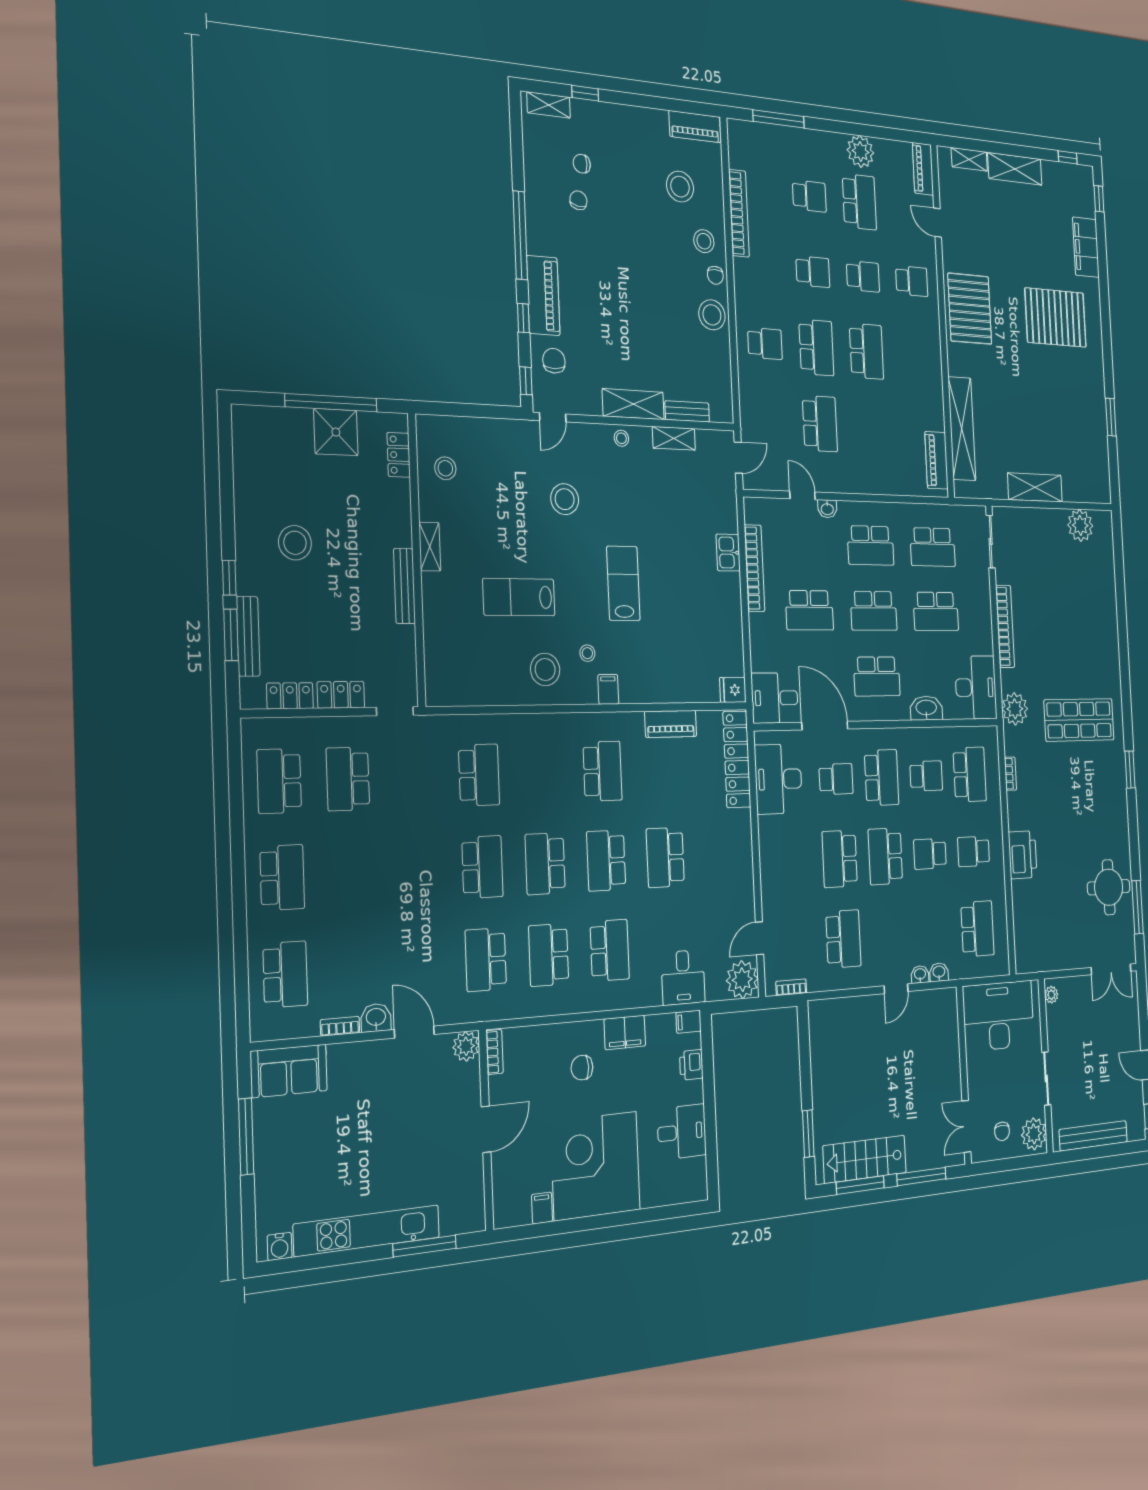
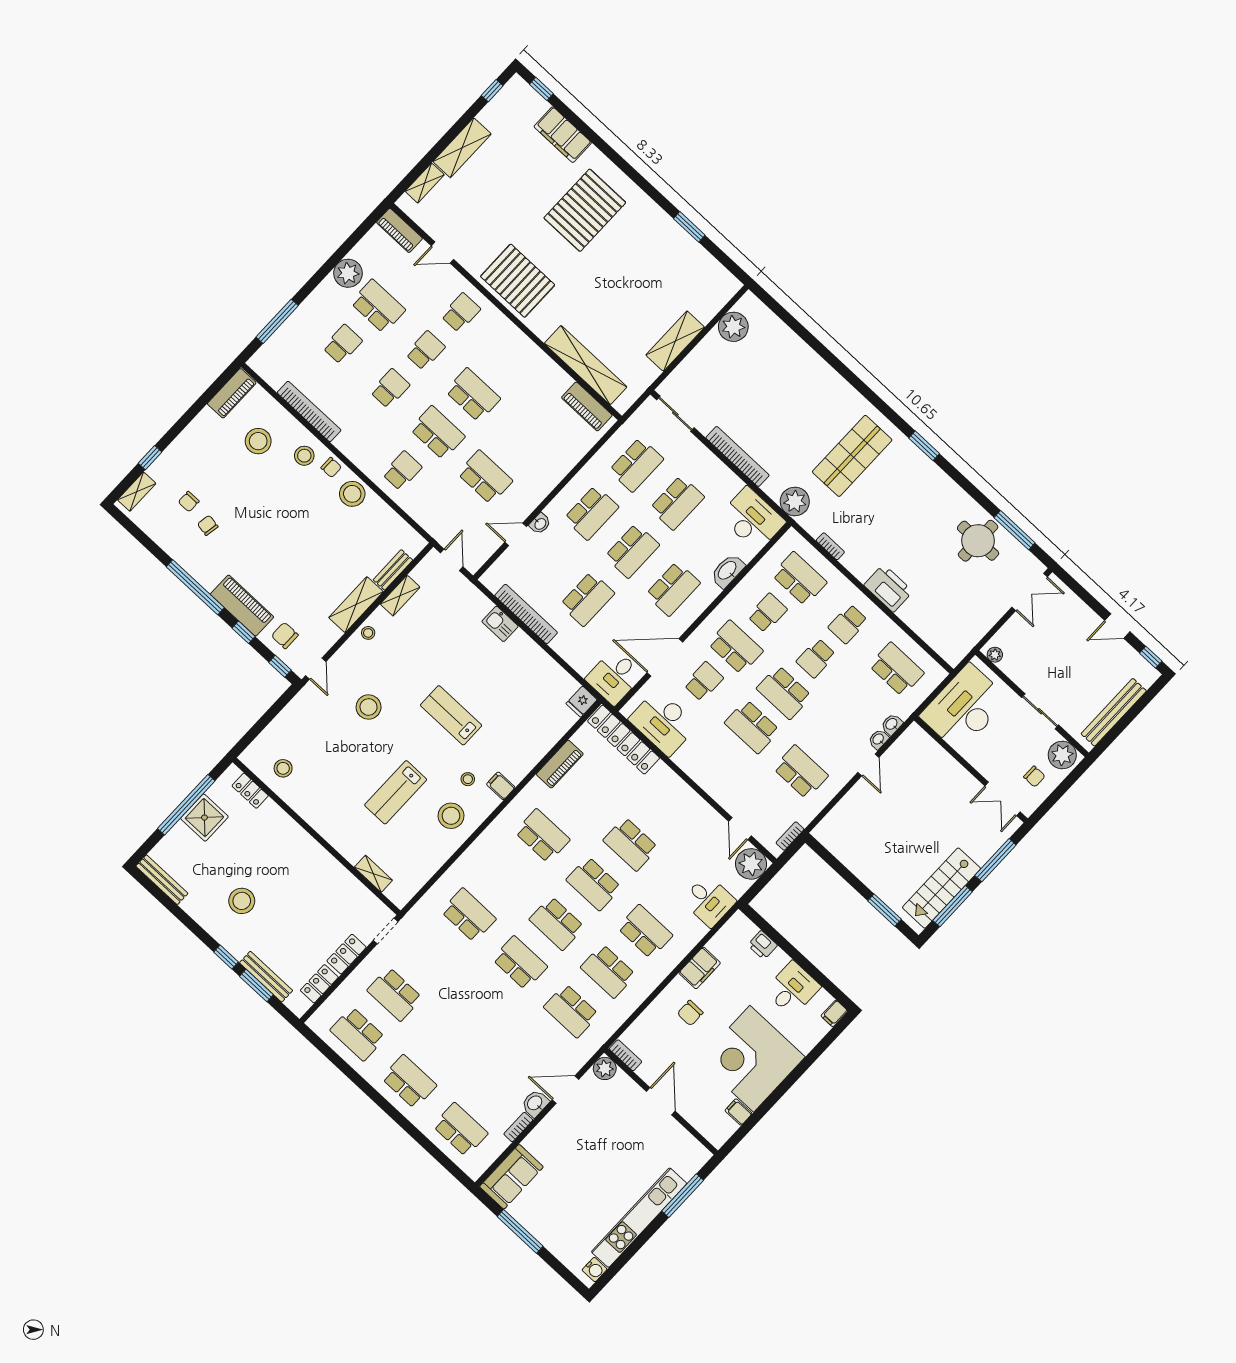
shelving: (430, 547) -> (373, 874), moved
bench: (404, 586) -> (162, 880), moved
filing cabinet: (688, 1022) -> (834, 1013), moved

